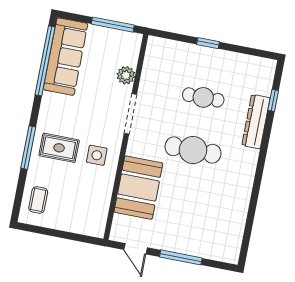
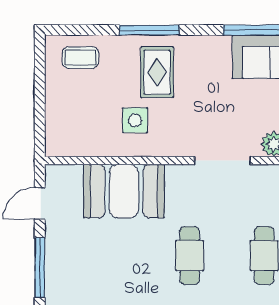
cafe table: (193, 150) -> (190, 256), width x0.73, depth x0.74
side table: (97, 155) -> (135, 120), moved

